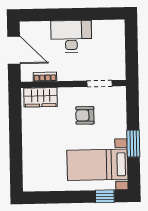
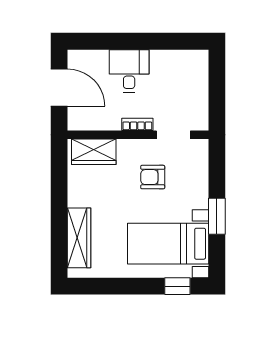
desk: (71, 36) -> (129, 71), width x0.73
bookcase: (45, 77) -> (137, 124), moved
wardrobe: (31, 162) -> (79, 238), added

